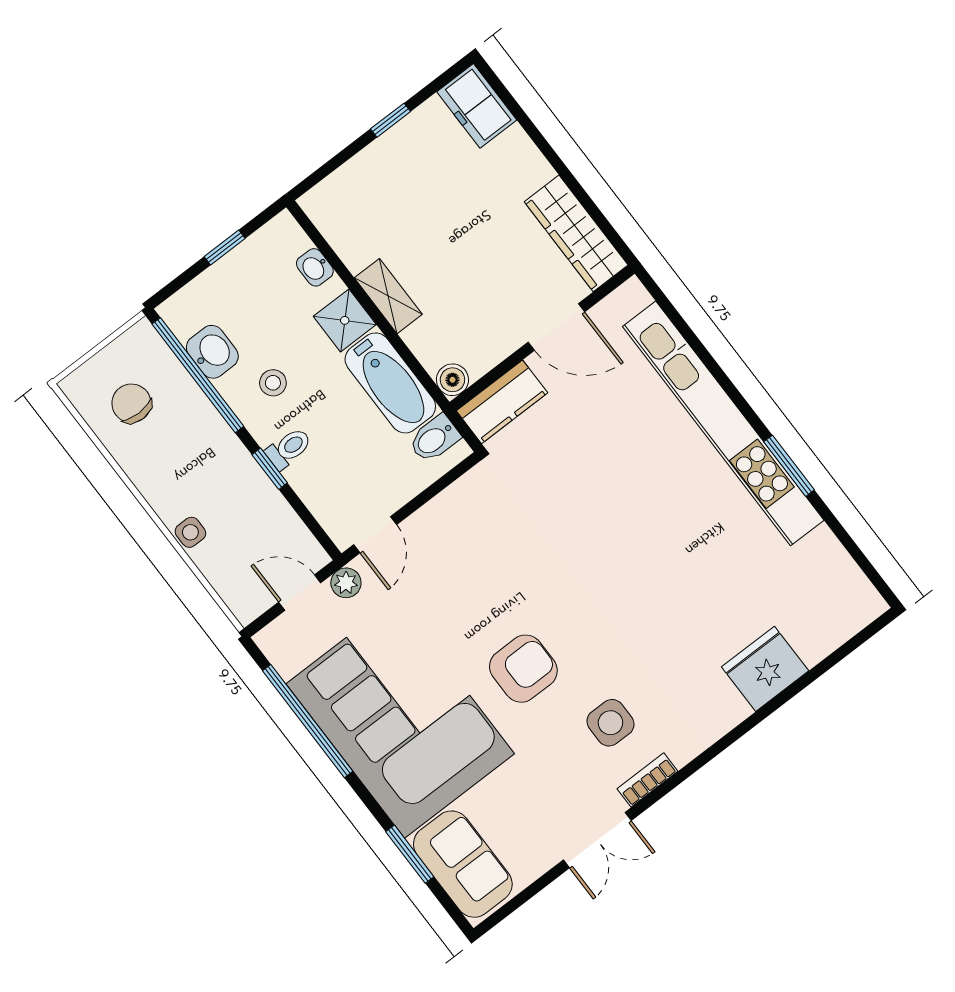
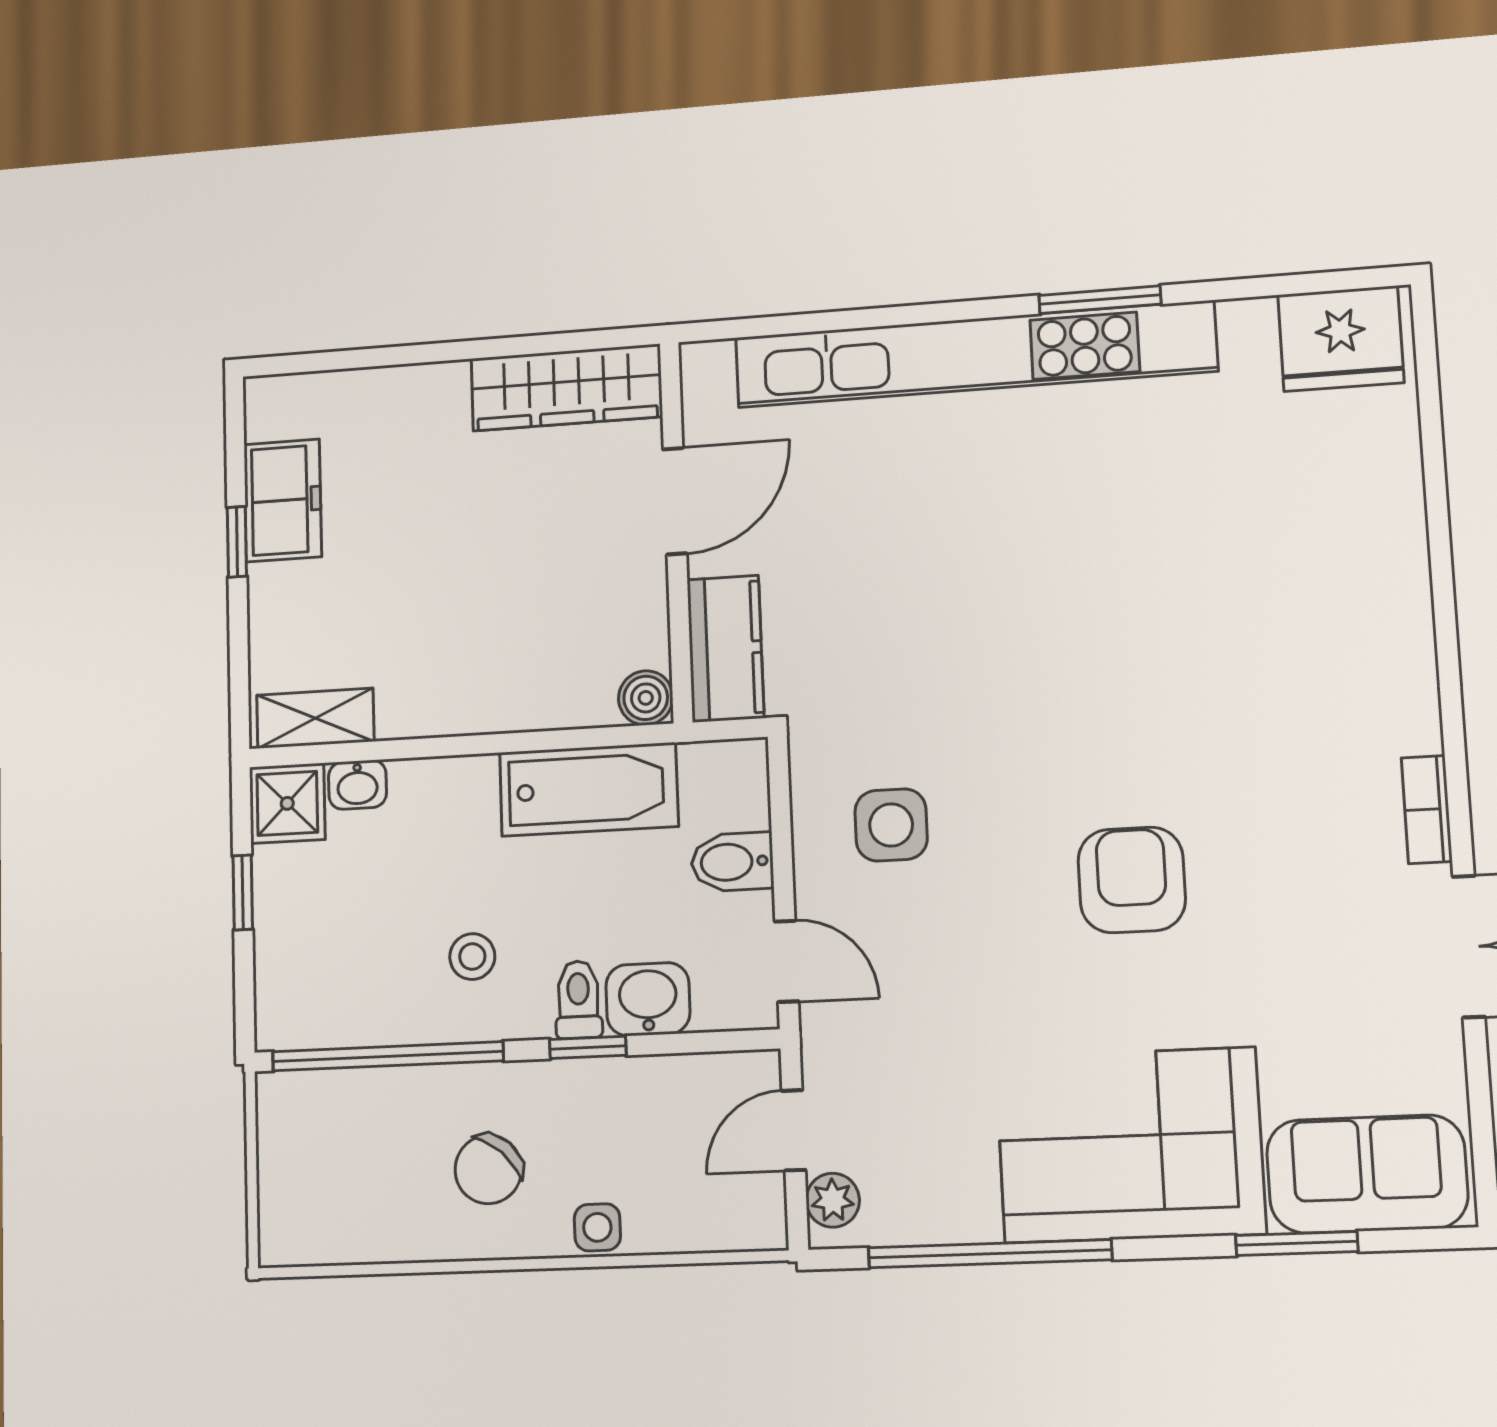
freezer: (477, 106) -> (283, 500), moved, turned -90
shelving: (388, 296) -> (315, 718), moved
shower: (345, 320) -> (287, 803), moved
washbasin: (212, 352) -> (648, 999), moved
chair: (131, 403) -> (488, 1169), moved, turned -48
bidet: (434, 439) -> (732, 862), moved, turned 90
plant: (346, 583) -> (833, 1200), moved
fridge: (765, 669) -> (1341, 339), moved, turned -90
corner sofa: (400, 719) -> (1130, 1145), width x0.73, depth x0.74
side table: (610, 723) -> (891, 825), moved

